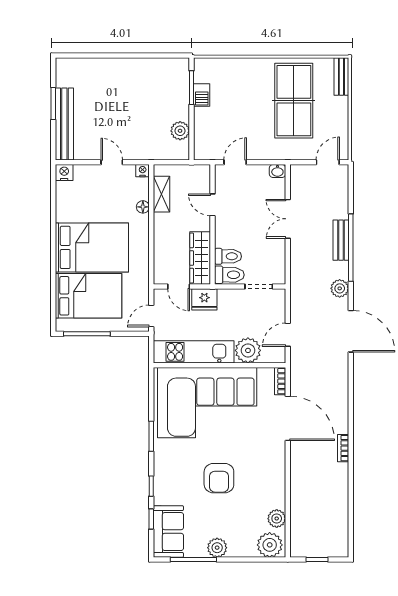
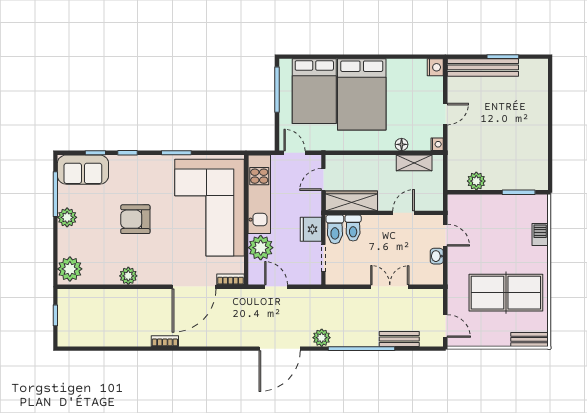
barbecue: (202, 95) -> (540, 235), moved, turned 90
washbasin: (277, 171) -> (437, 256), moved
bench: (341, 240) -> (399, 339), moved
fridge: (204, 299) -> (311, 229), moved
plant: (277, 519) -> (128, 276), moved

